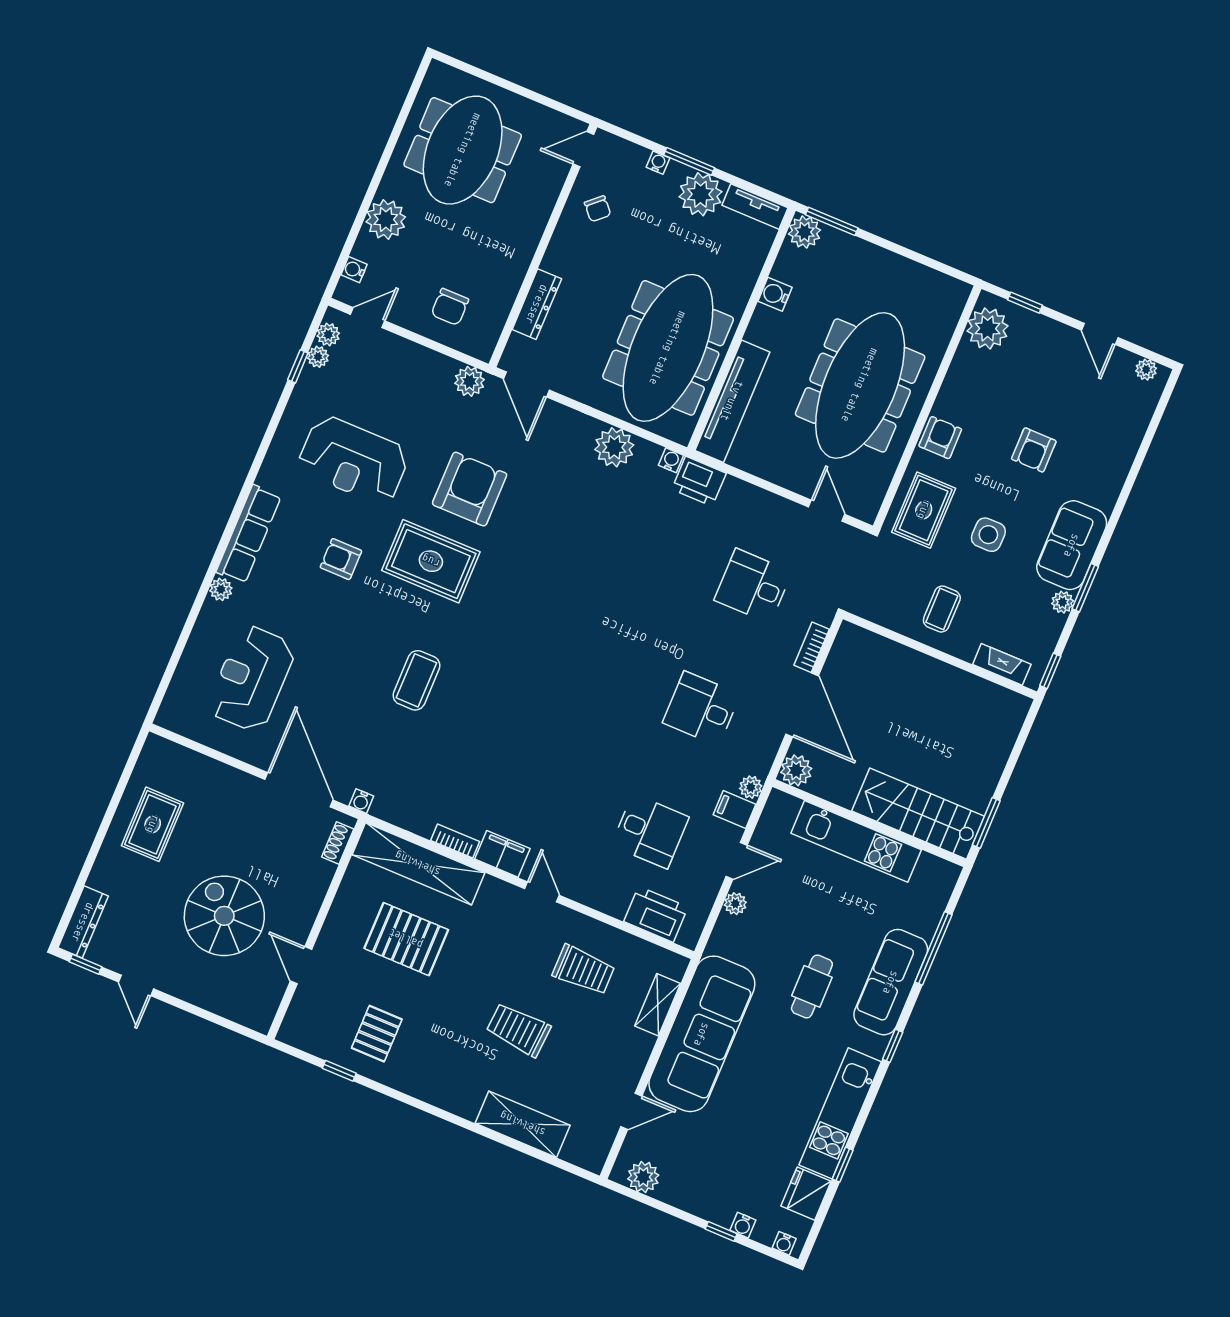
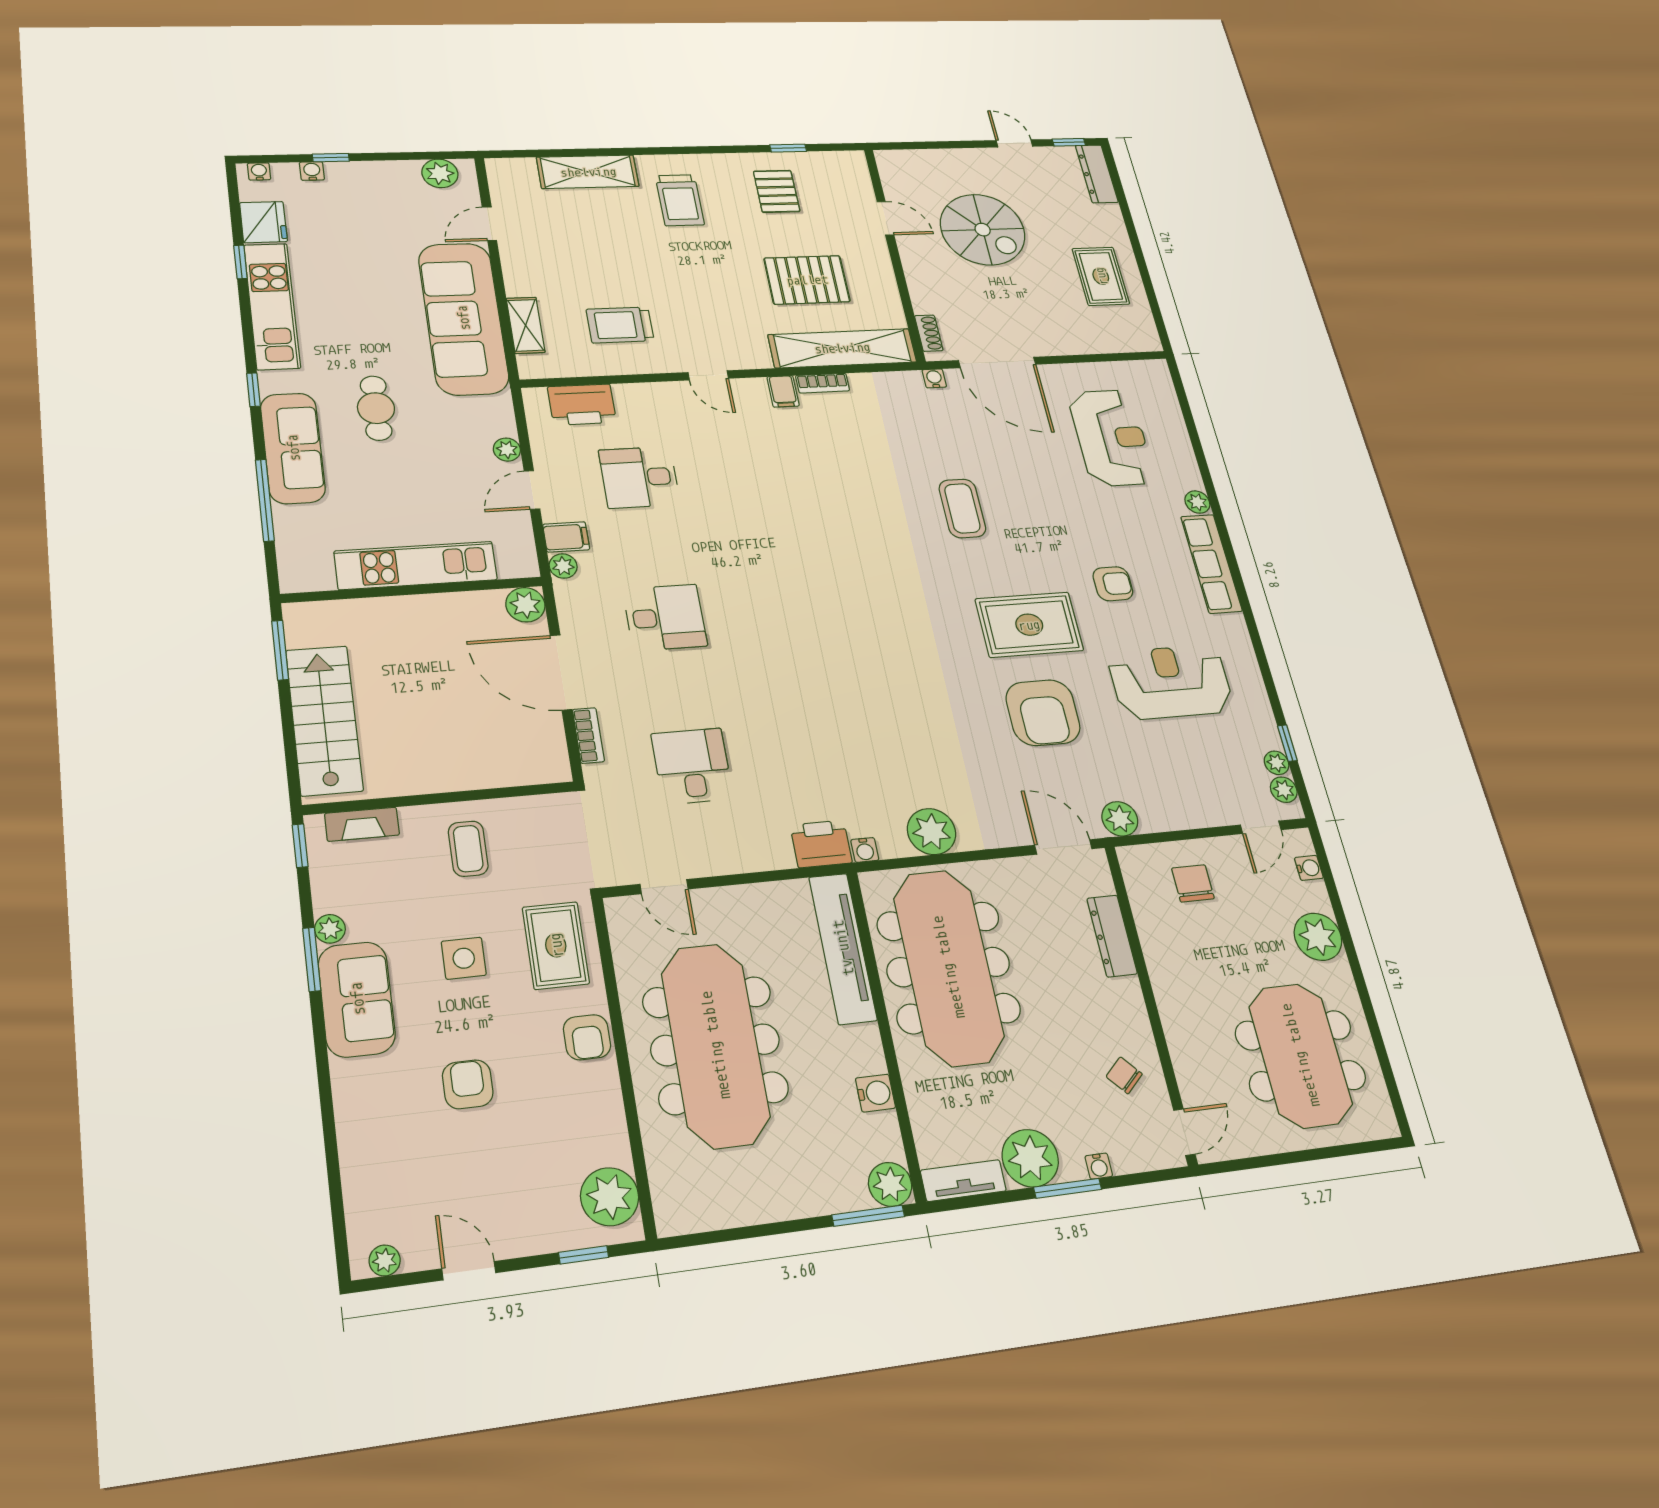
desk: (753, 586) -> (692, 766), turned -90
stairs: (918, 814) -> (324, 720), moved, turned -90
filing cabinet: (502, 854) -> (783, 391), width x0.50
trolley: (518, 1030) -> (680, 200), moved, turned 86

